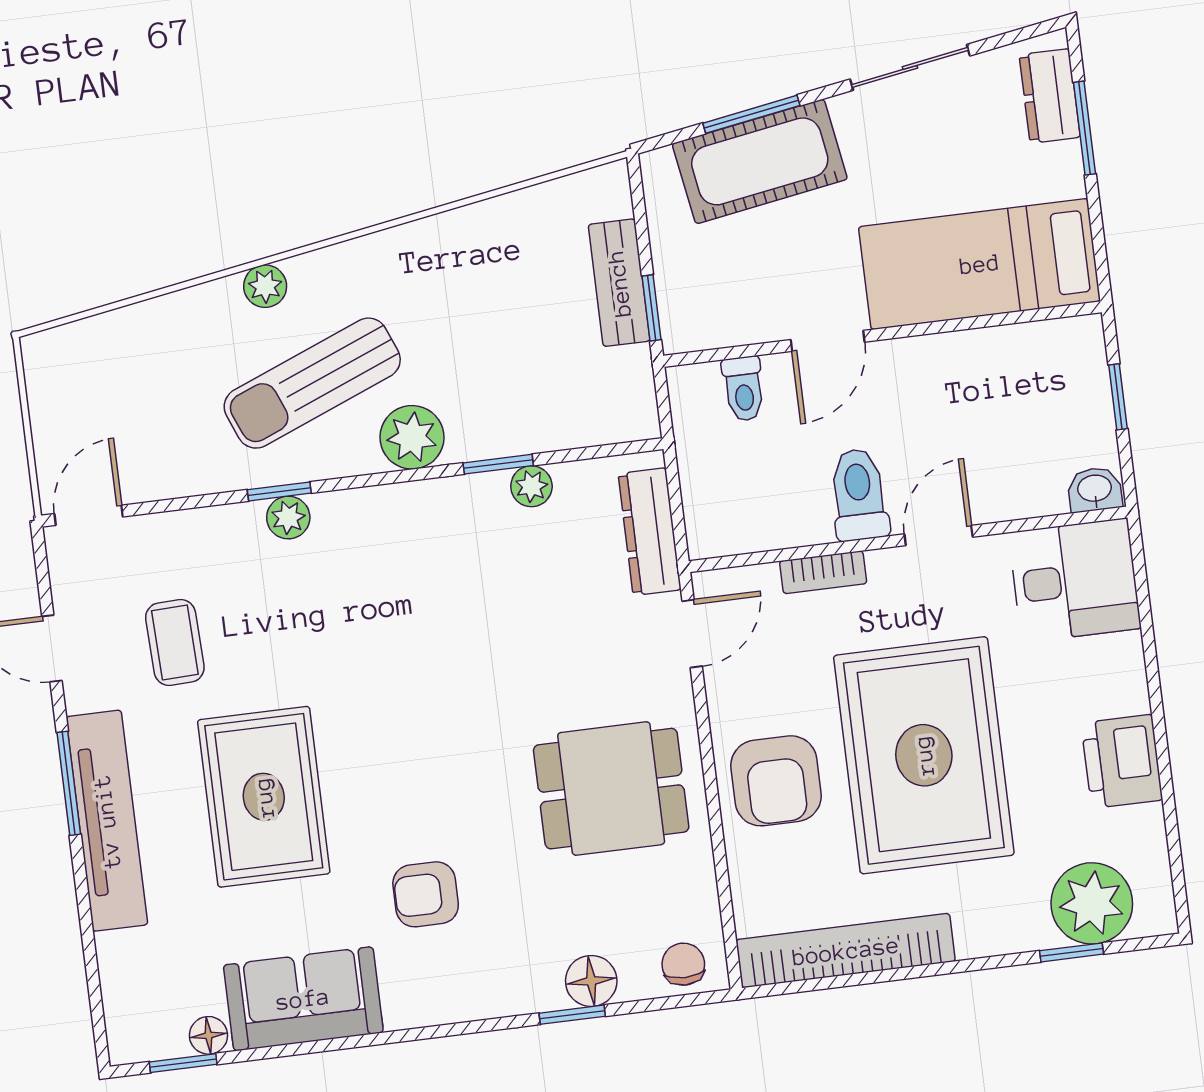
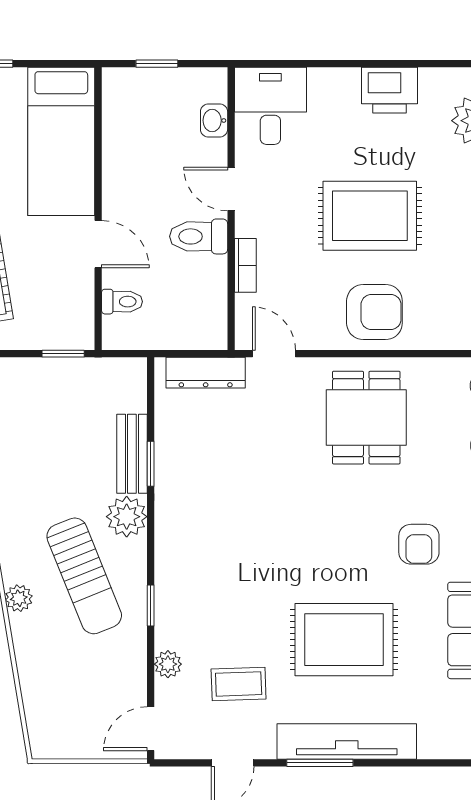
bench: (619, 283) -> (132, 454), moved, turned 90
plant: (531, 486) -> (167, 444), removed
washbasin: (1095, 489) -> (214, 120), moved
door: (89, 515) -> (151, 729), hinge flipped
plant: (288, 518) -> (168, 664), moved
rug: (924, 755) -> (370, 216), width x0.73, depth x0.69

